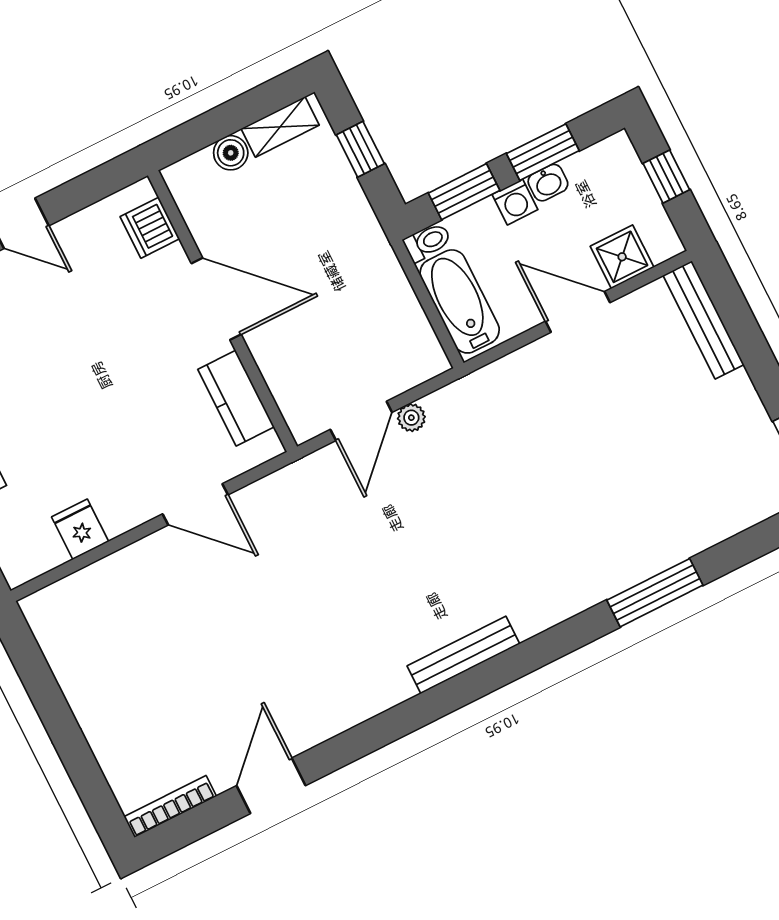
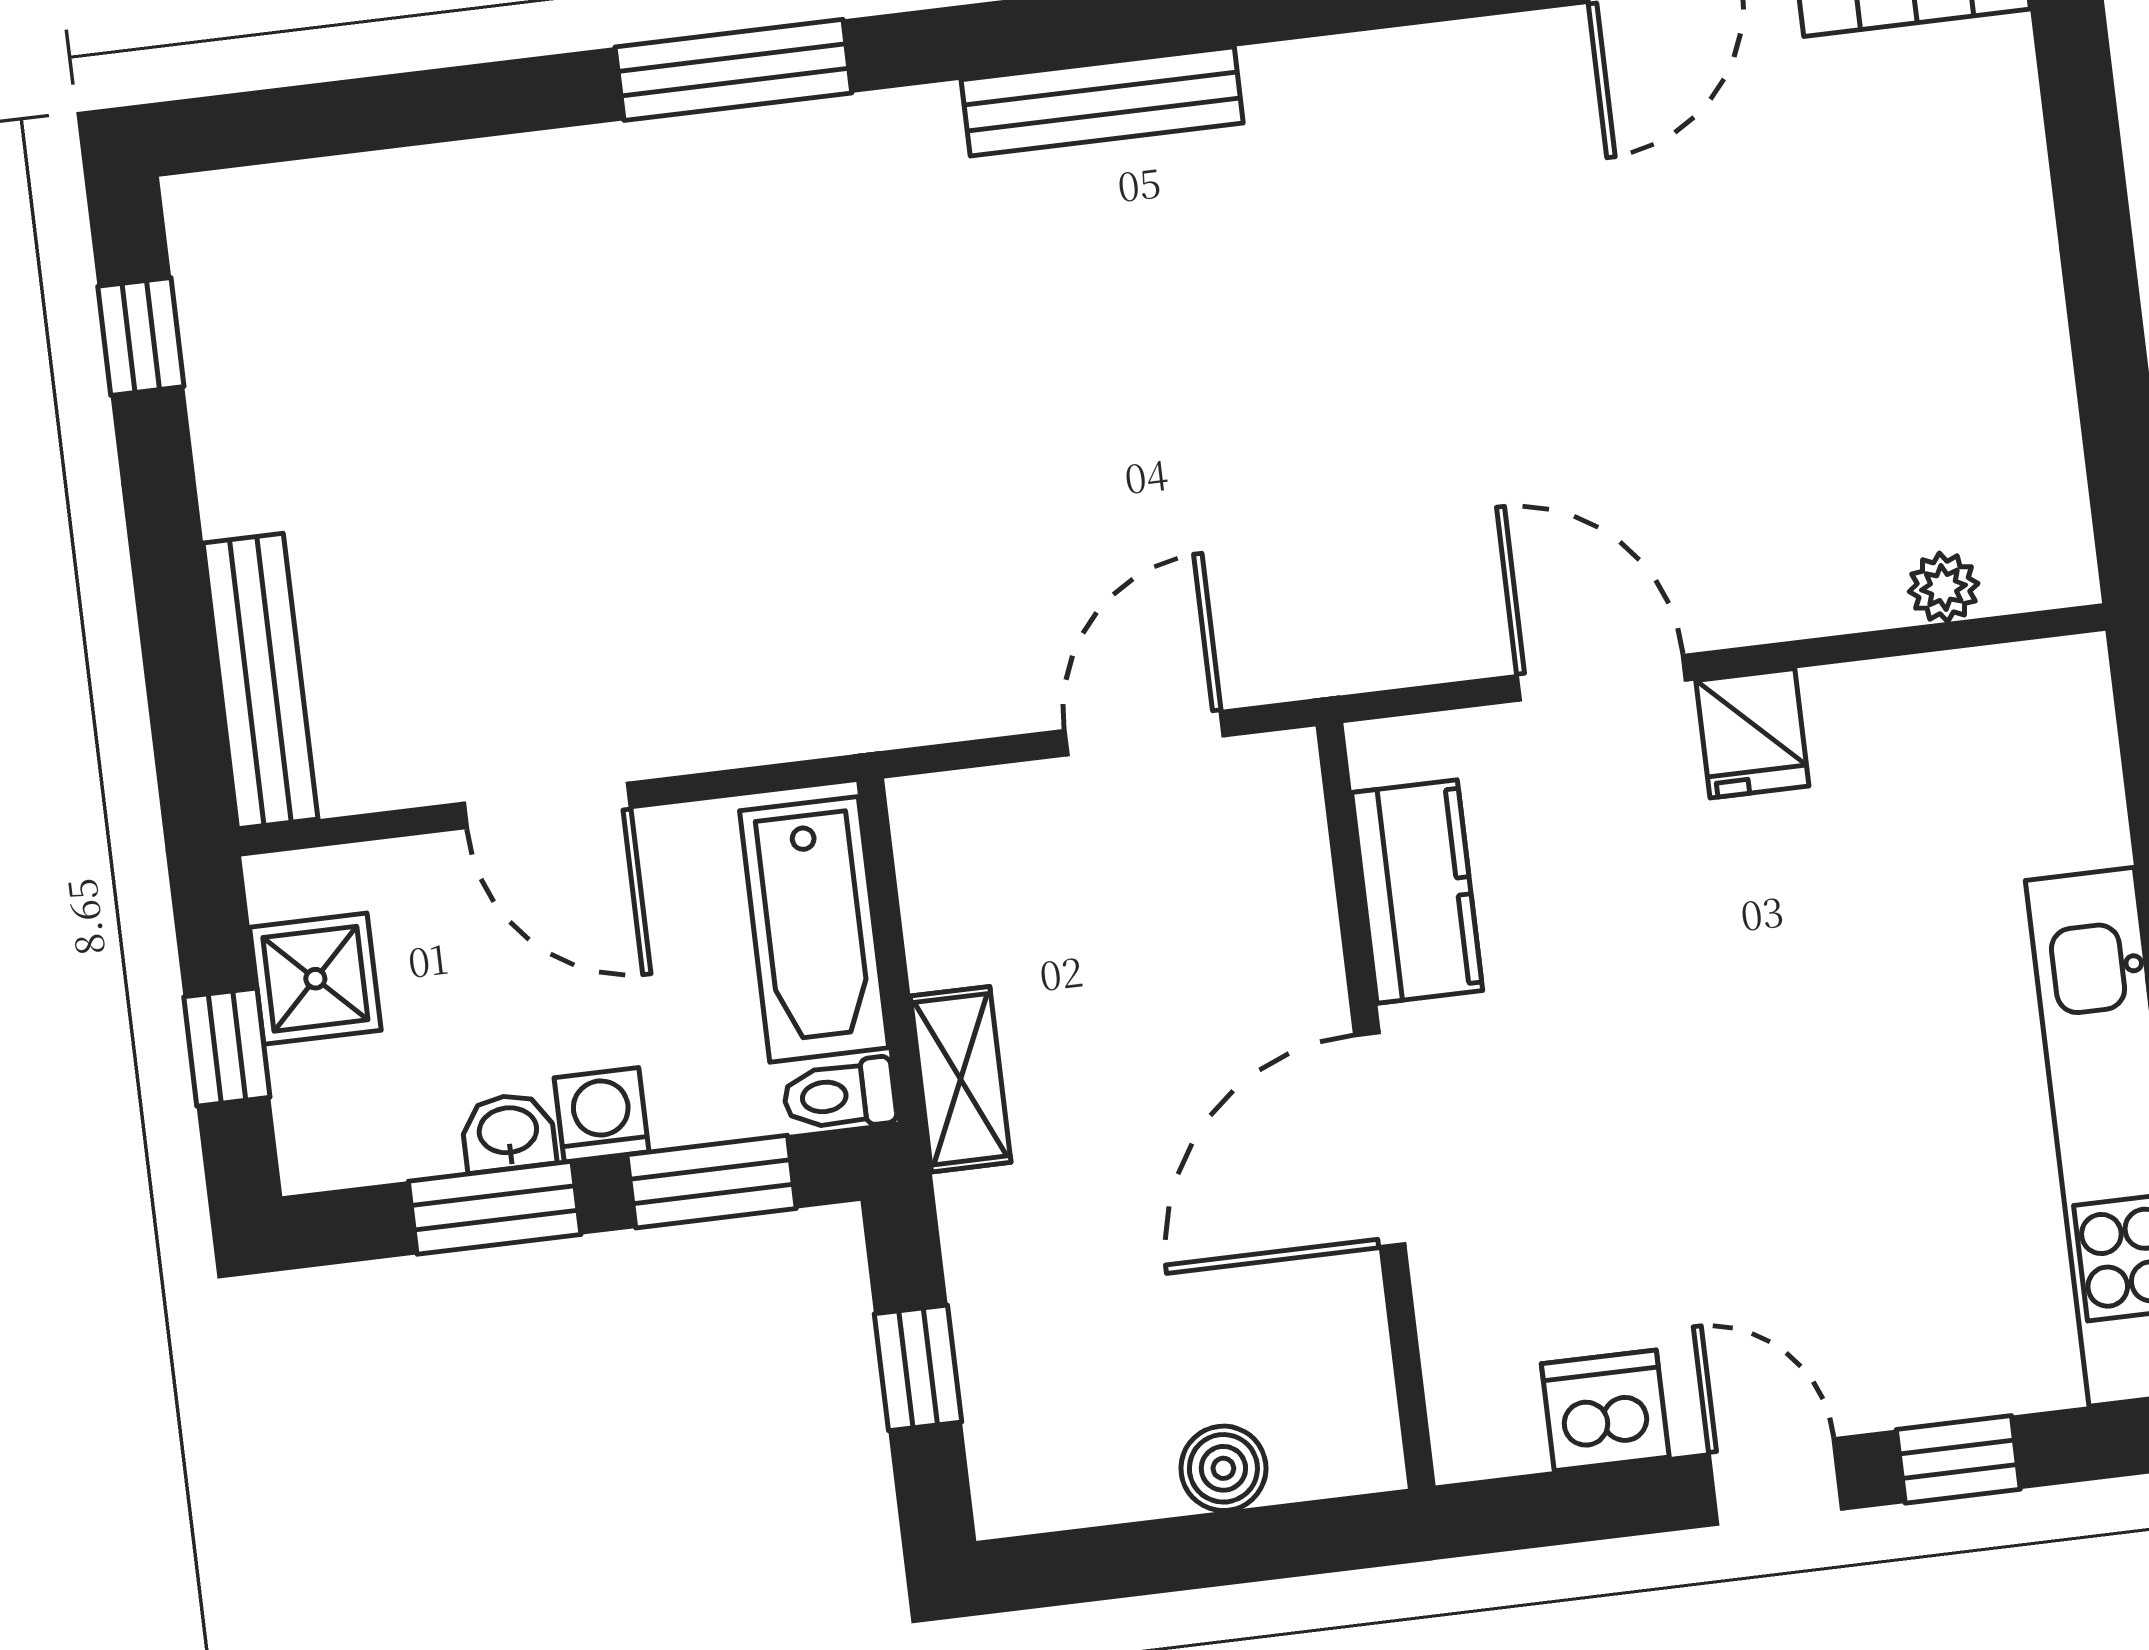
shelving: (280, 127) -> (961, 1079), moved, turned 90
dishwasher: (150, 228) -> (1605, 1410), moved, turned -90
shower: (622, 257) -> (315, 979), moved
door: (216, 299) -> (1380, 1140), hinge flipped
plant: (411, 418) -> (1944, 587), moved
fridge: (80, 529) -> (1752, 733), moved
window: (655, 593) -> (733, 70), moved

